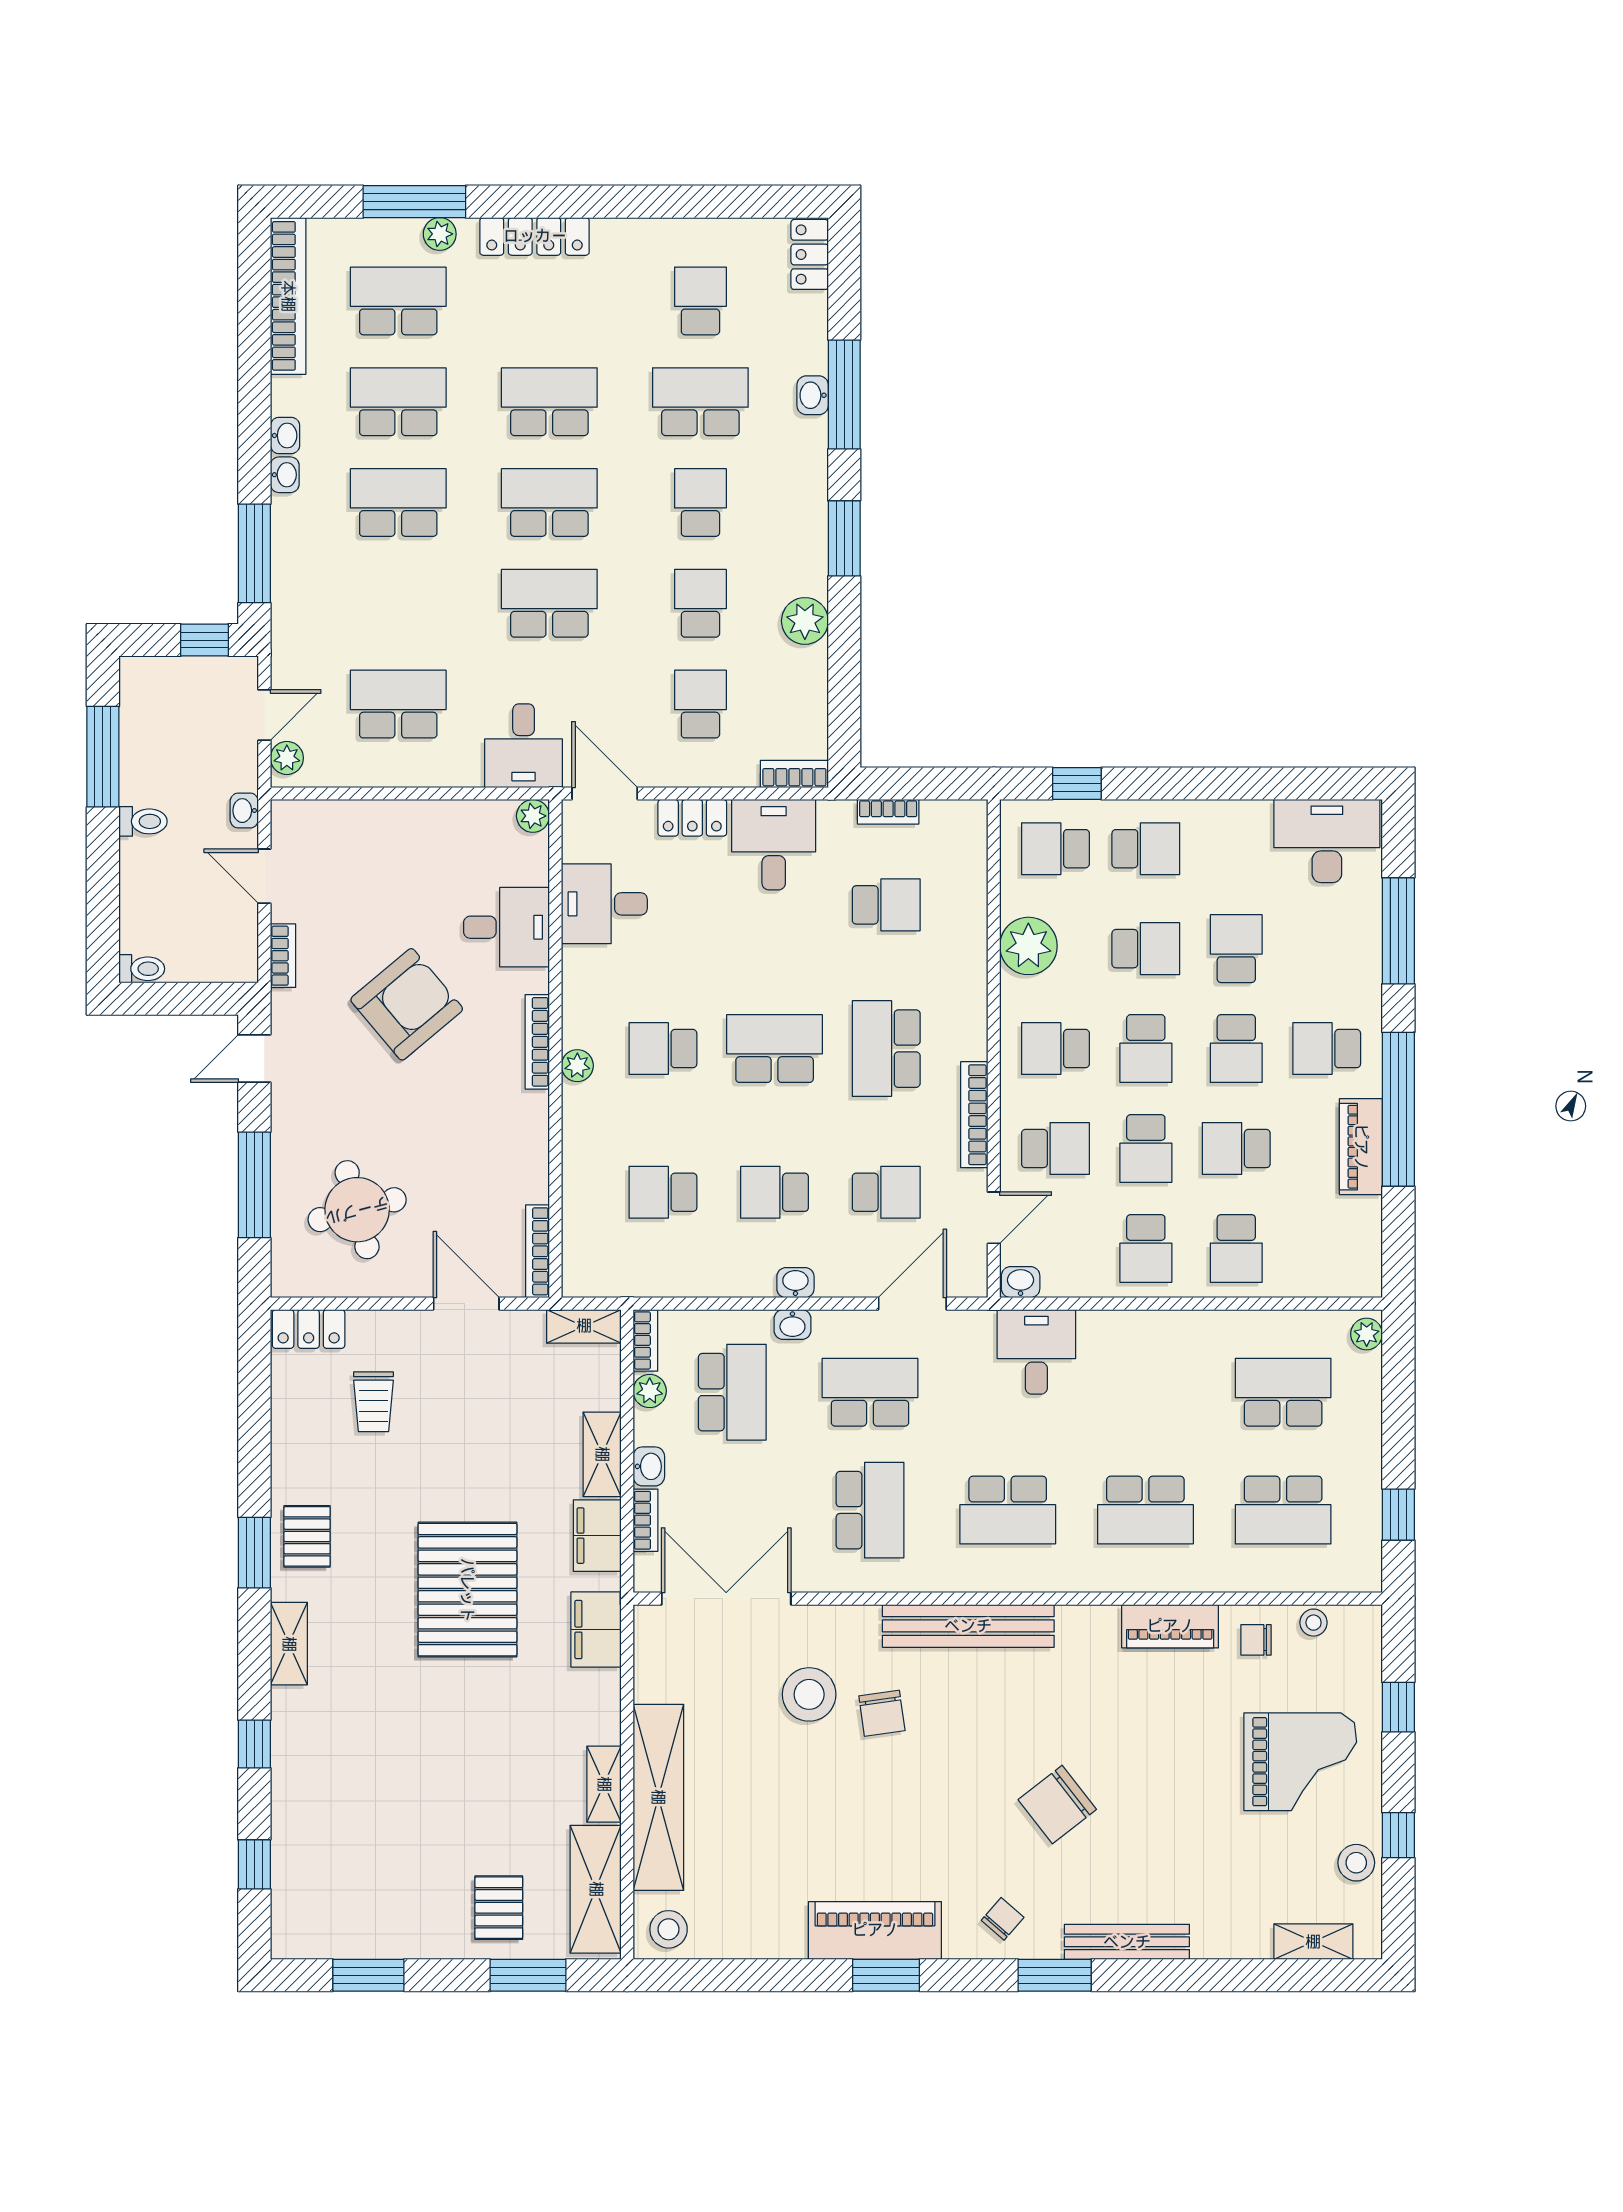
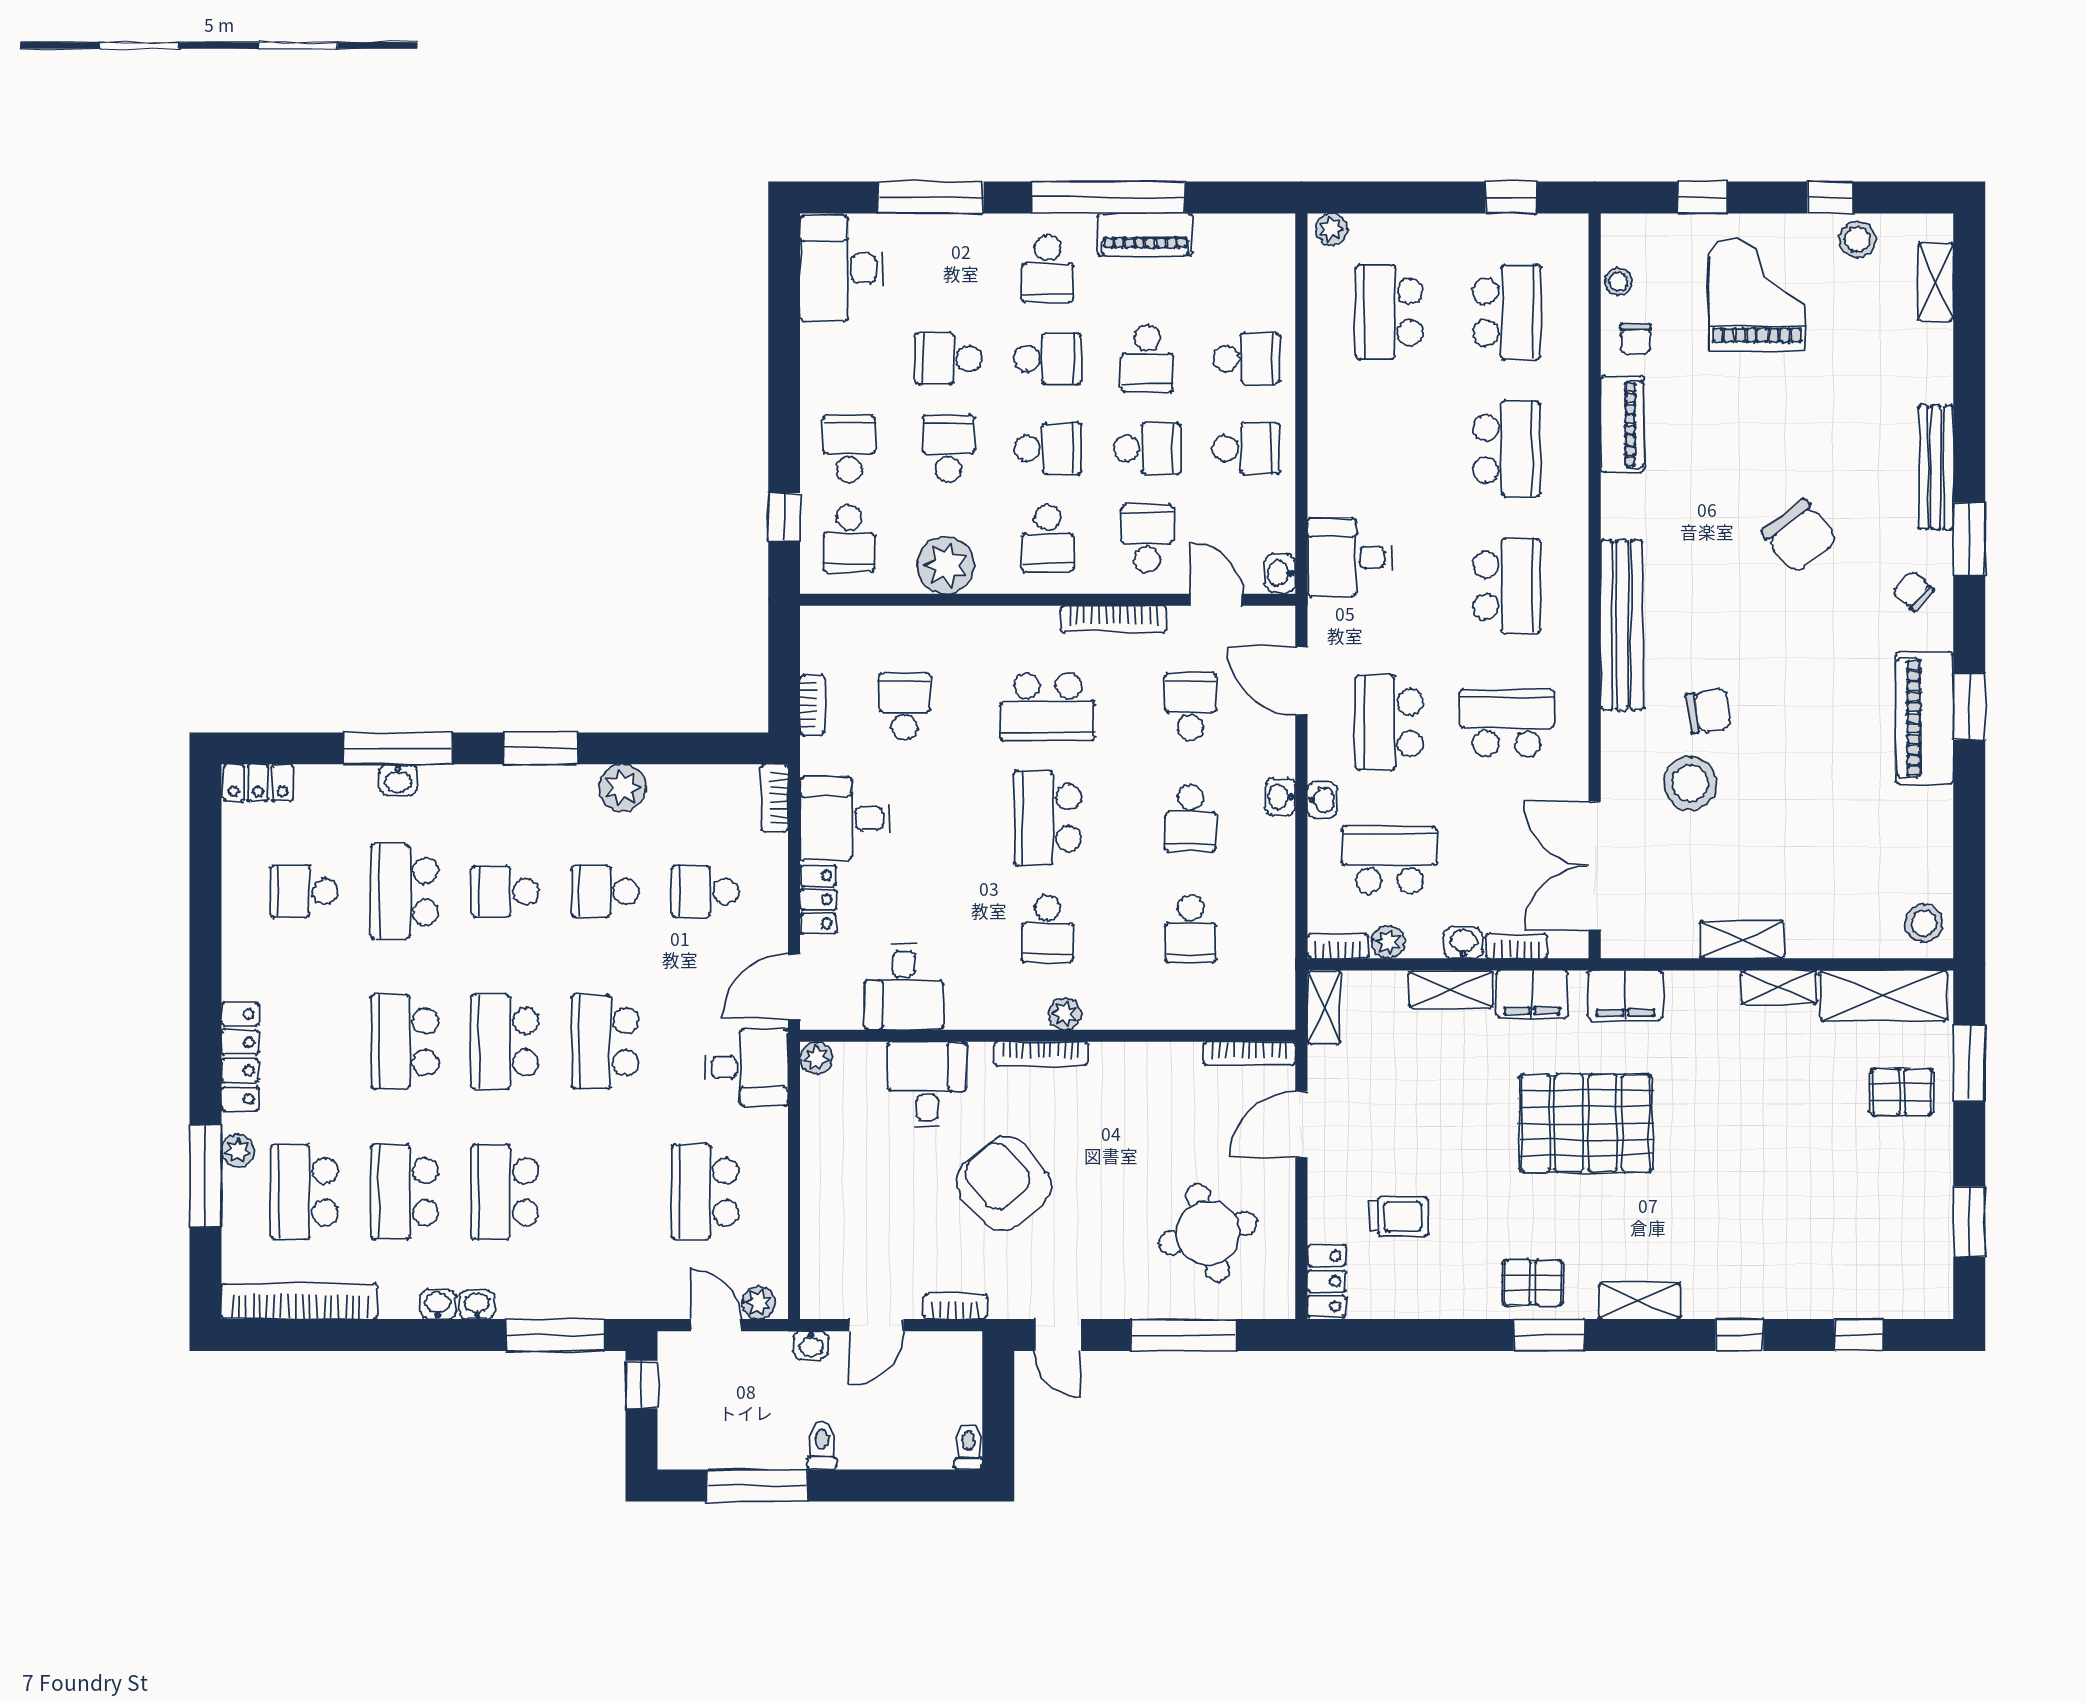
shelving: (658, 1797) -> (1742, 940), width x0.45, depth x0.75

